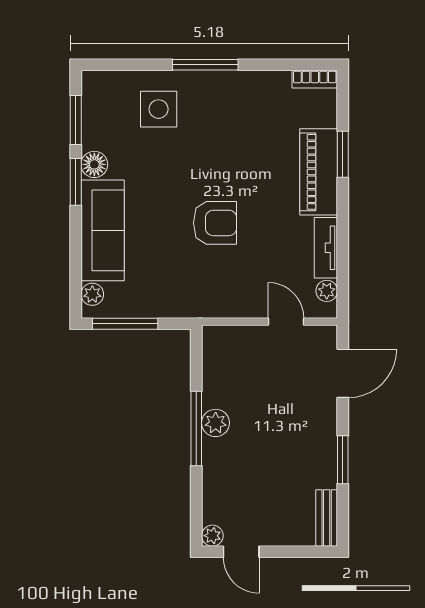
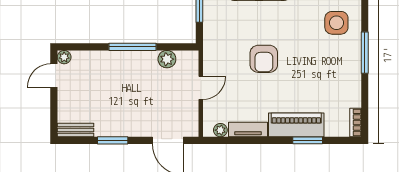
door: (286, 322) -> (201, 88), moved
plant: (216, 423) -> (167, 59), moved

